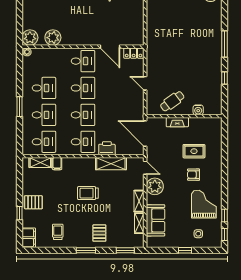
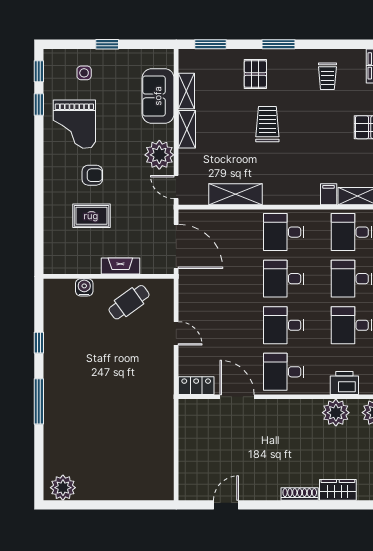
printer: (107, 148) -> (344, 383), moved, turned 180
trolley: (88, 193) -> (267, 124), moved, turned -90

